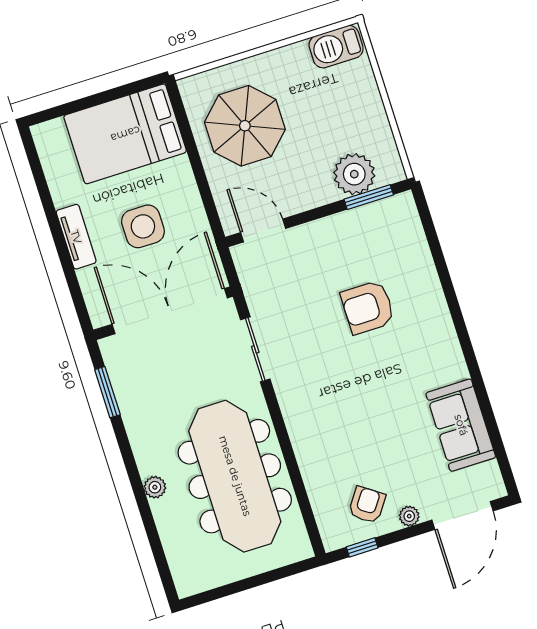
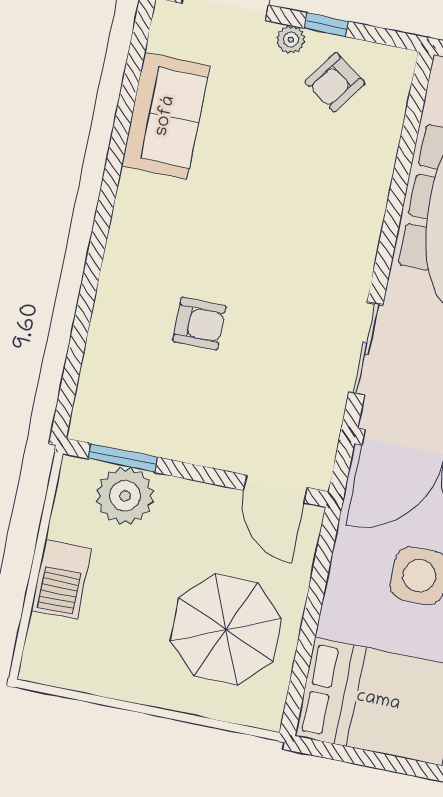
barbecue: (336, 47) -> (61, 579), moved, turned 90
armchair: (368, 307) -> (199, 324), width x0.72, depth x0.72
window: (362, 547) -> (326, 25), moved

